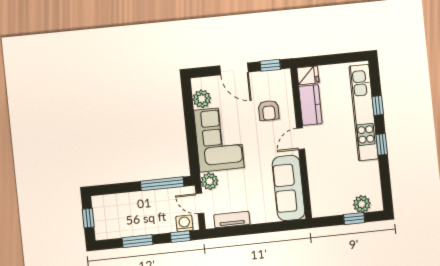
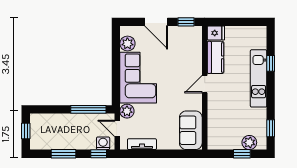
armchair: (269, 110) -> (181, 58), removed
kitchen unit: (364, 113) -> (259, 78), width x0.73
window: (382, 144) -> (271, 128), moved
sofa: (289, 188) -> (191, 130), width x0.73

